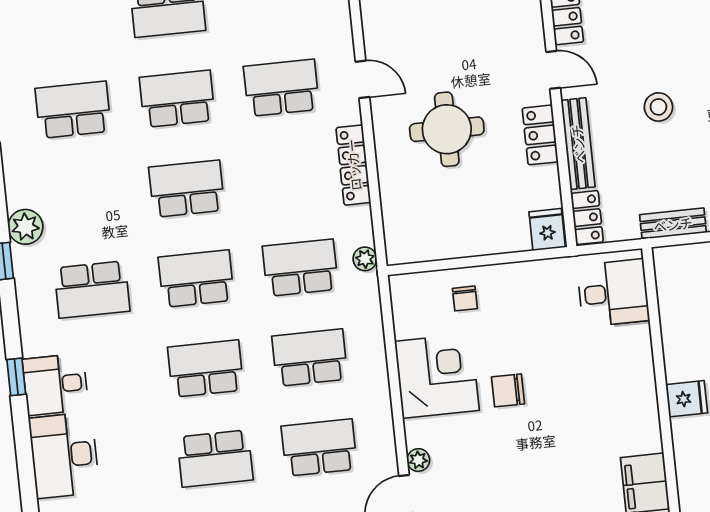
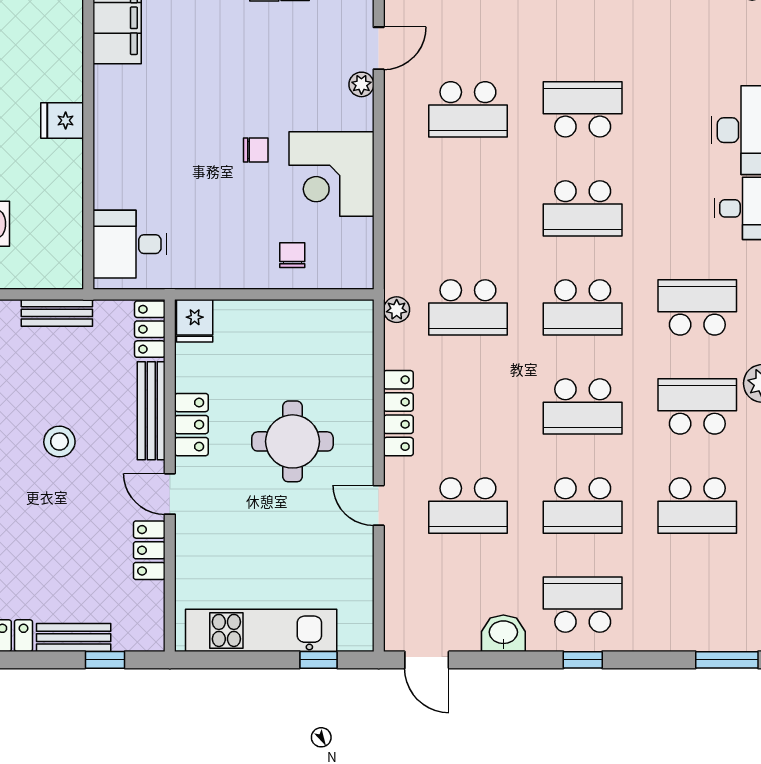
school desk: (310, 358) -> (697, 406), moved, turned 180
chair: (508, 390) -> (256, 150), width x0.73, depth x0.73

